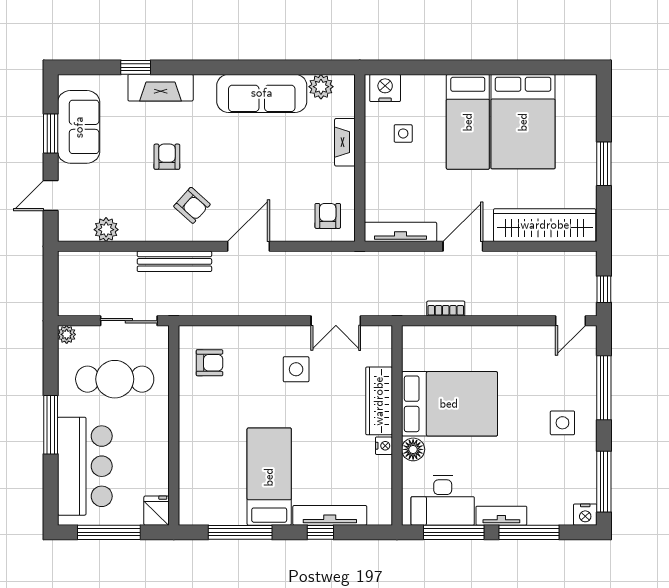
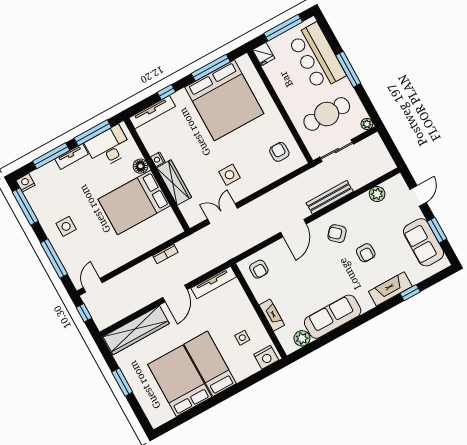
armchair: (209, 363) -> (279, 152), turned 90
bed: (269, 477) -> (224, 100), width x2.04
tv unit: (330, 515) -> (152, 112), moved

